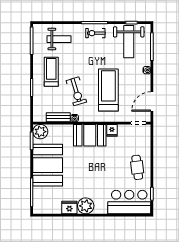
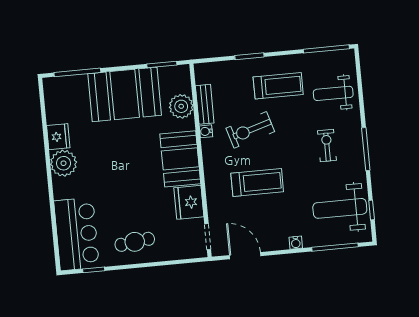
exercise bike: (95, 33) -> (327, 145), moved
weight bench: (59, 39) -> (333, 93), turned 90
treadmill: (108, 90) -> (257, 182), width x0.73, depth x0.73
fridge: (112, 130) -> (189, 202), width x1.88, depth x1.34
plant: (40, 132) -> (181, 106), moved

